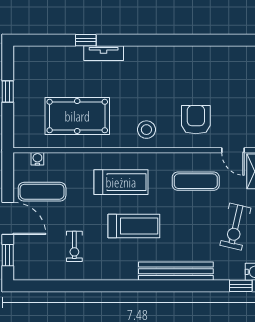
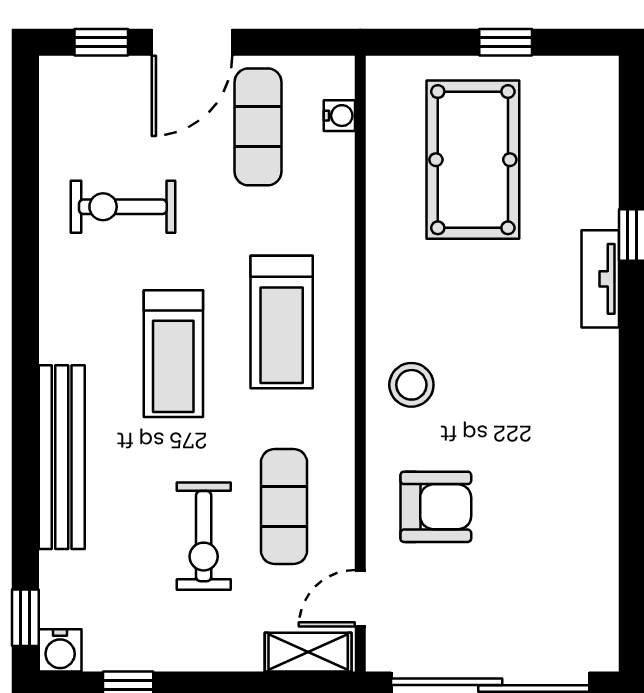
pool table: (77, 116) -> (473, 160), moved
exercise bike: (235, 227) -> (204, 536), moved, turned -103
exercise bike: (74, 246) -> (123, 207), width x1.38, depth x1.39

